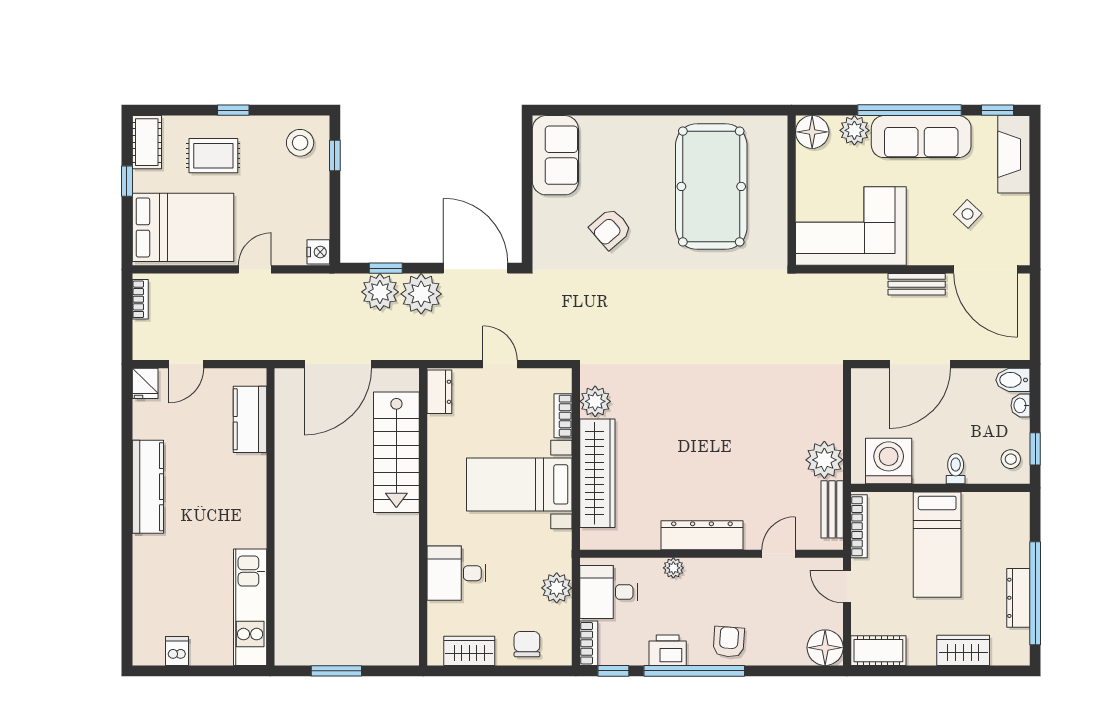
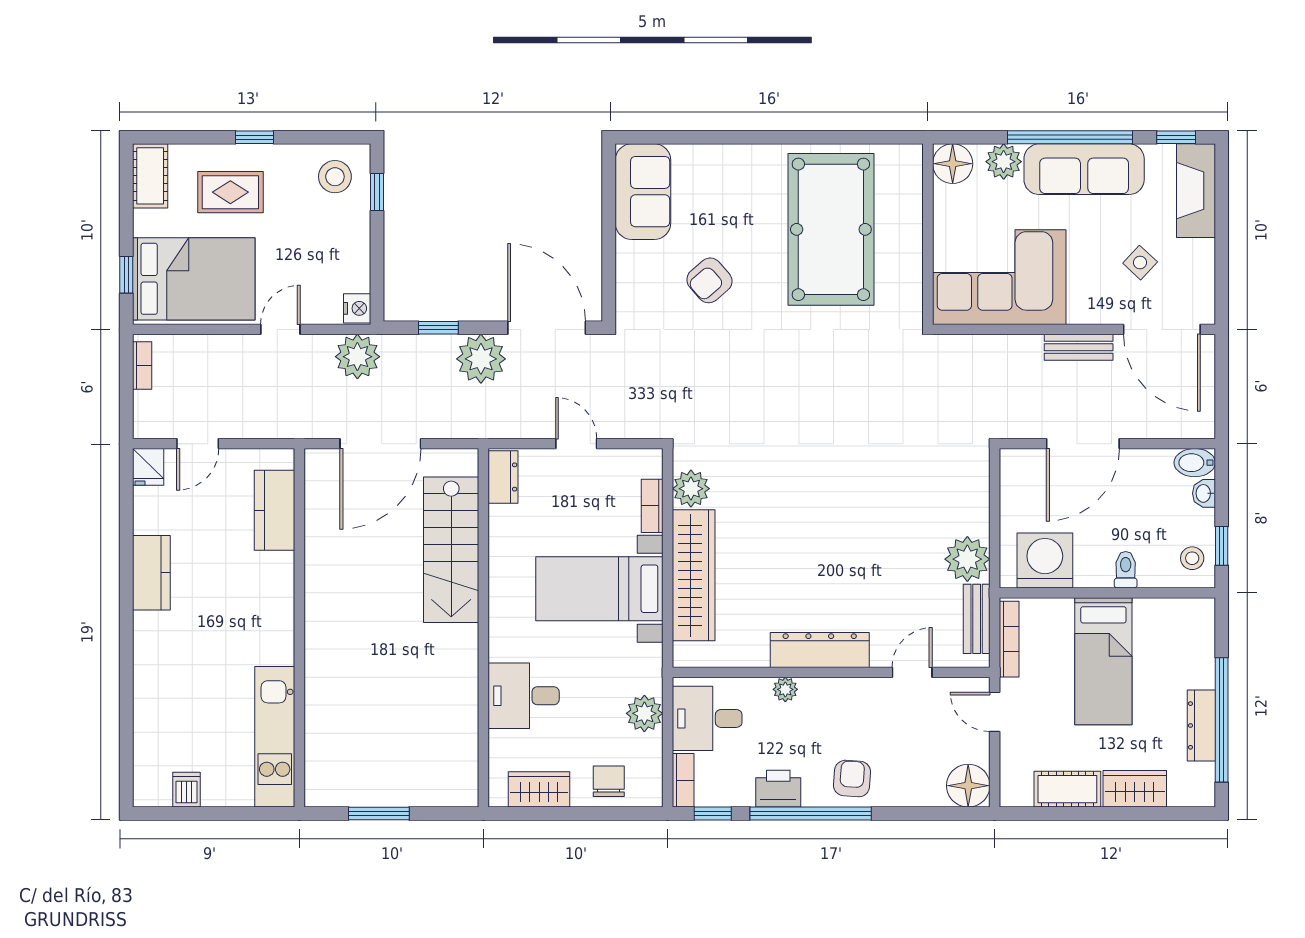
window: (127, 181) -> (126, 275), moved
plant: (380, 292) -> (357, 357), moved
kitchen counter: (148, 487) -> (151, 573), width x0.67
cot: (878, 651) -> (1067, 789), moved

